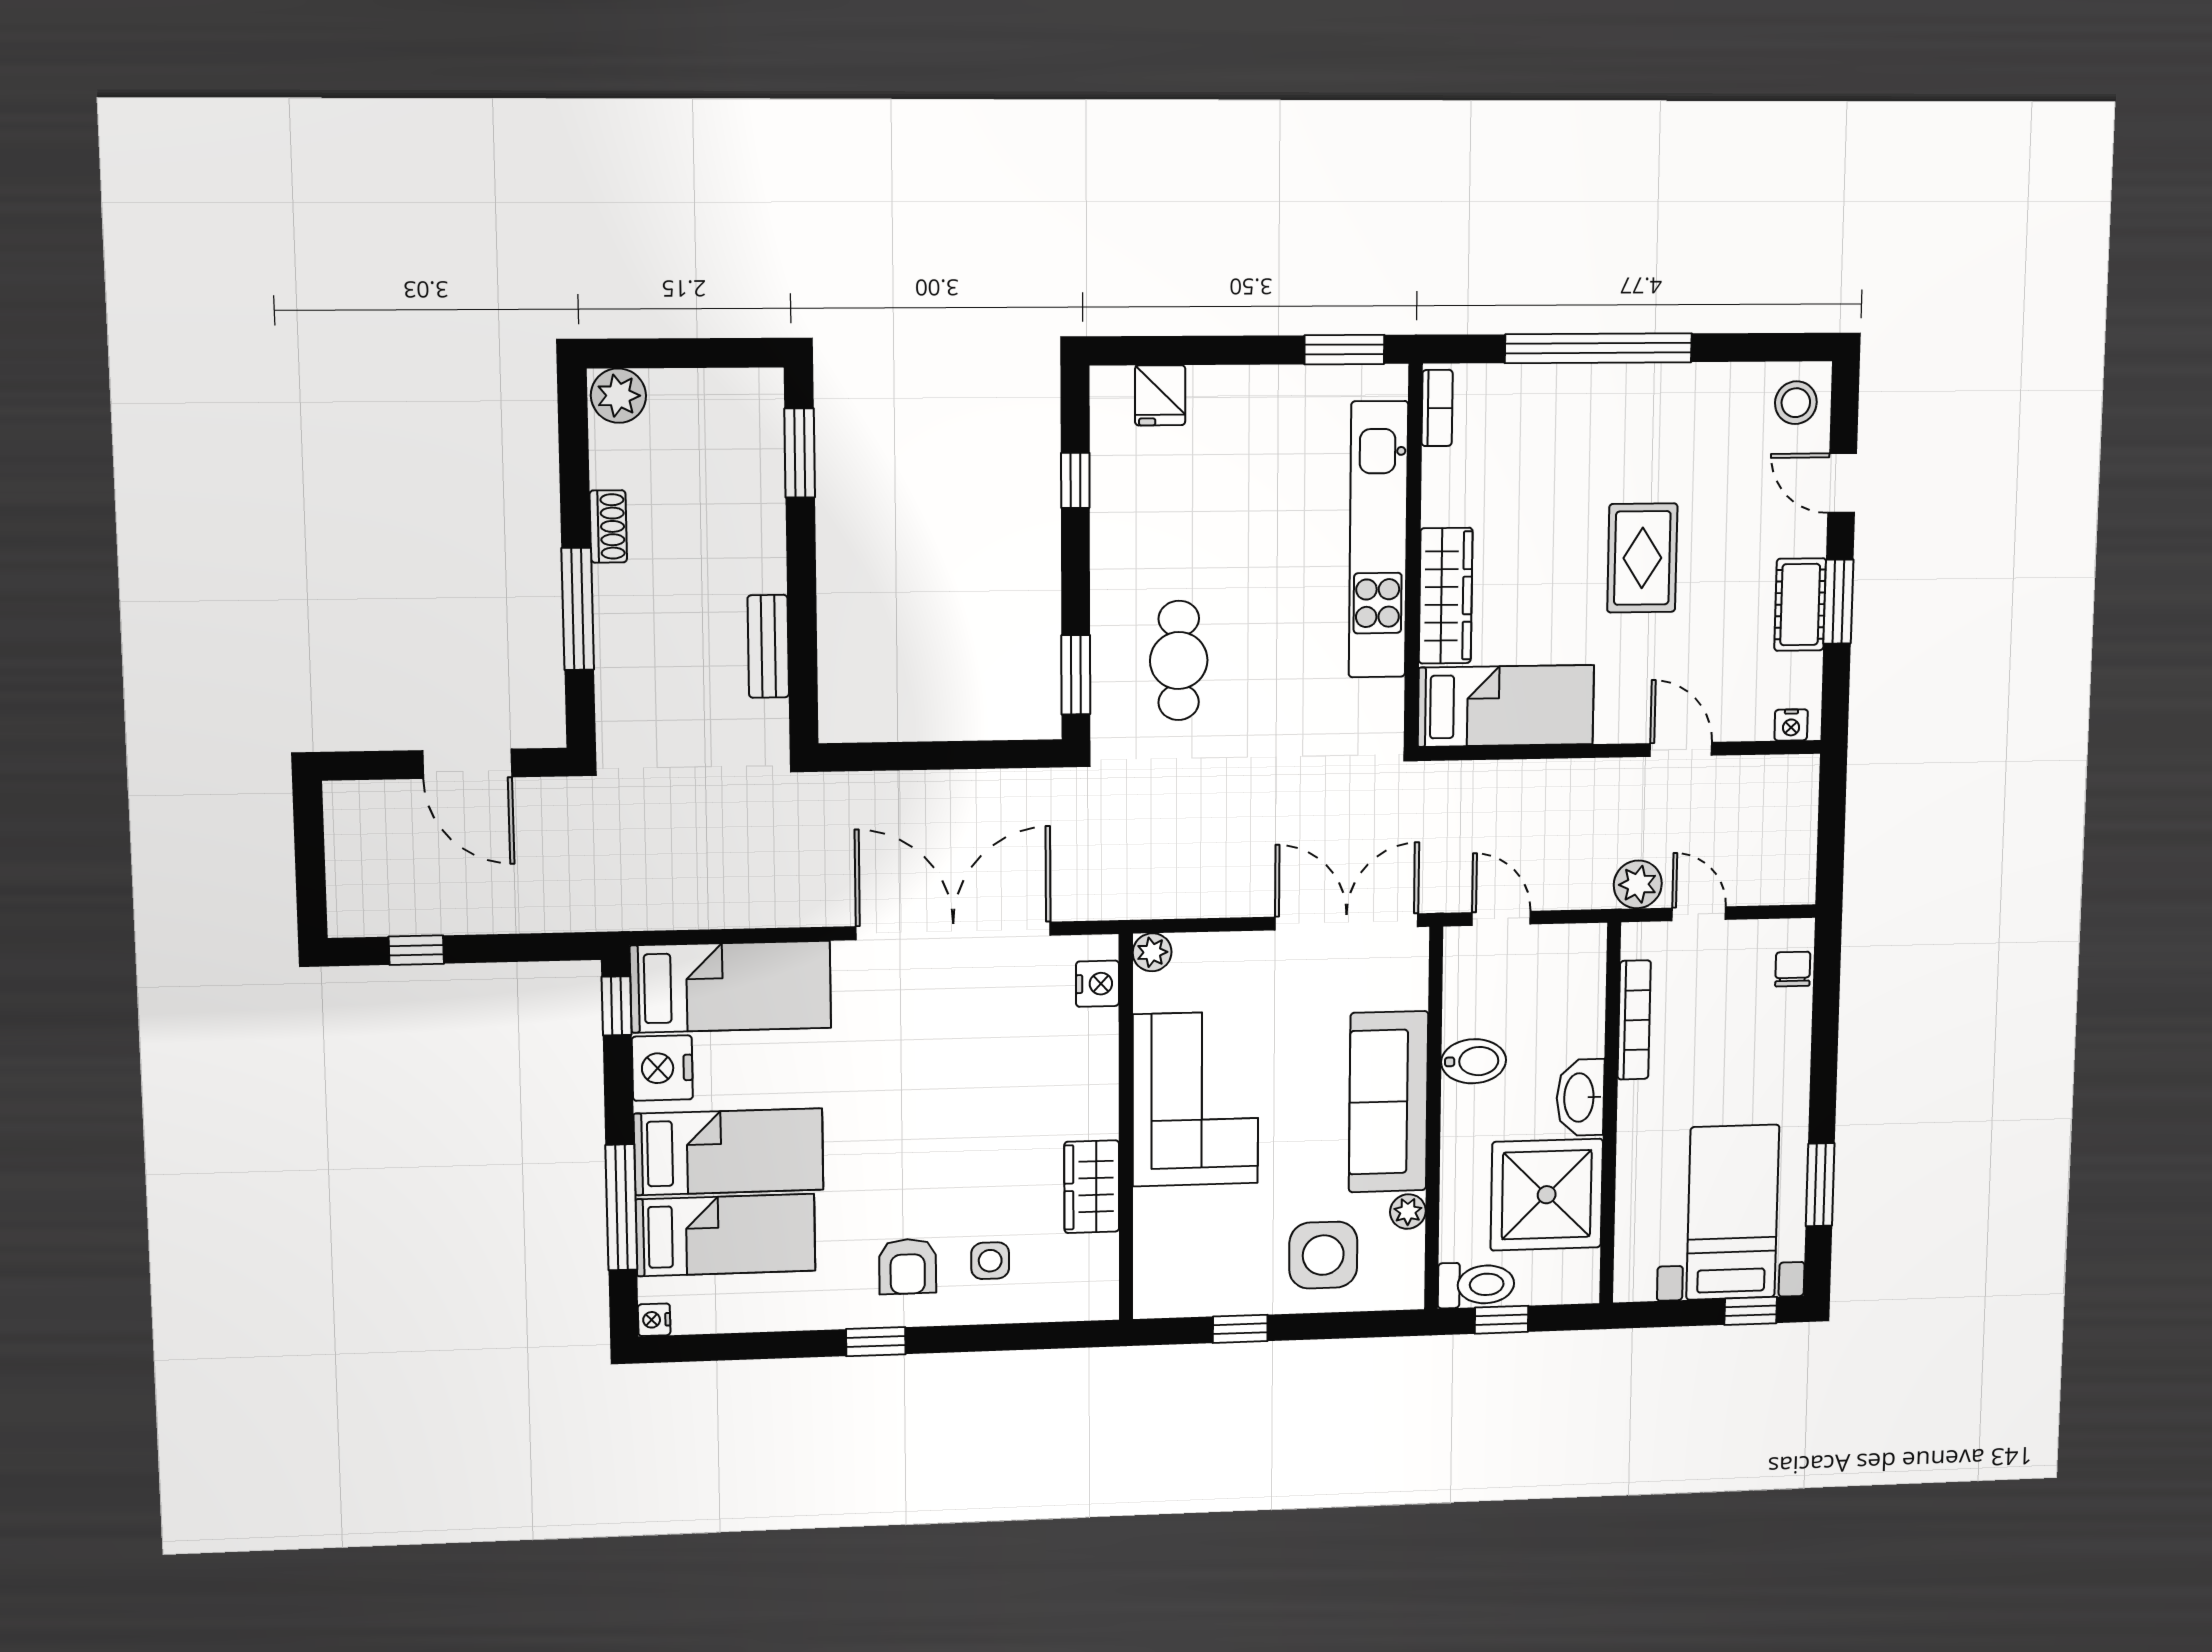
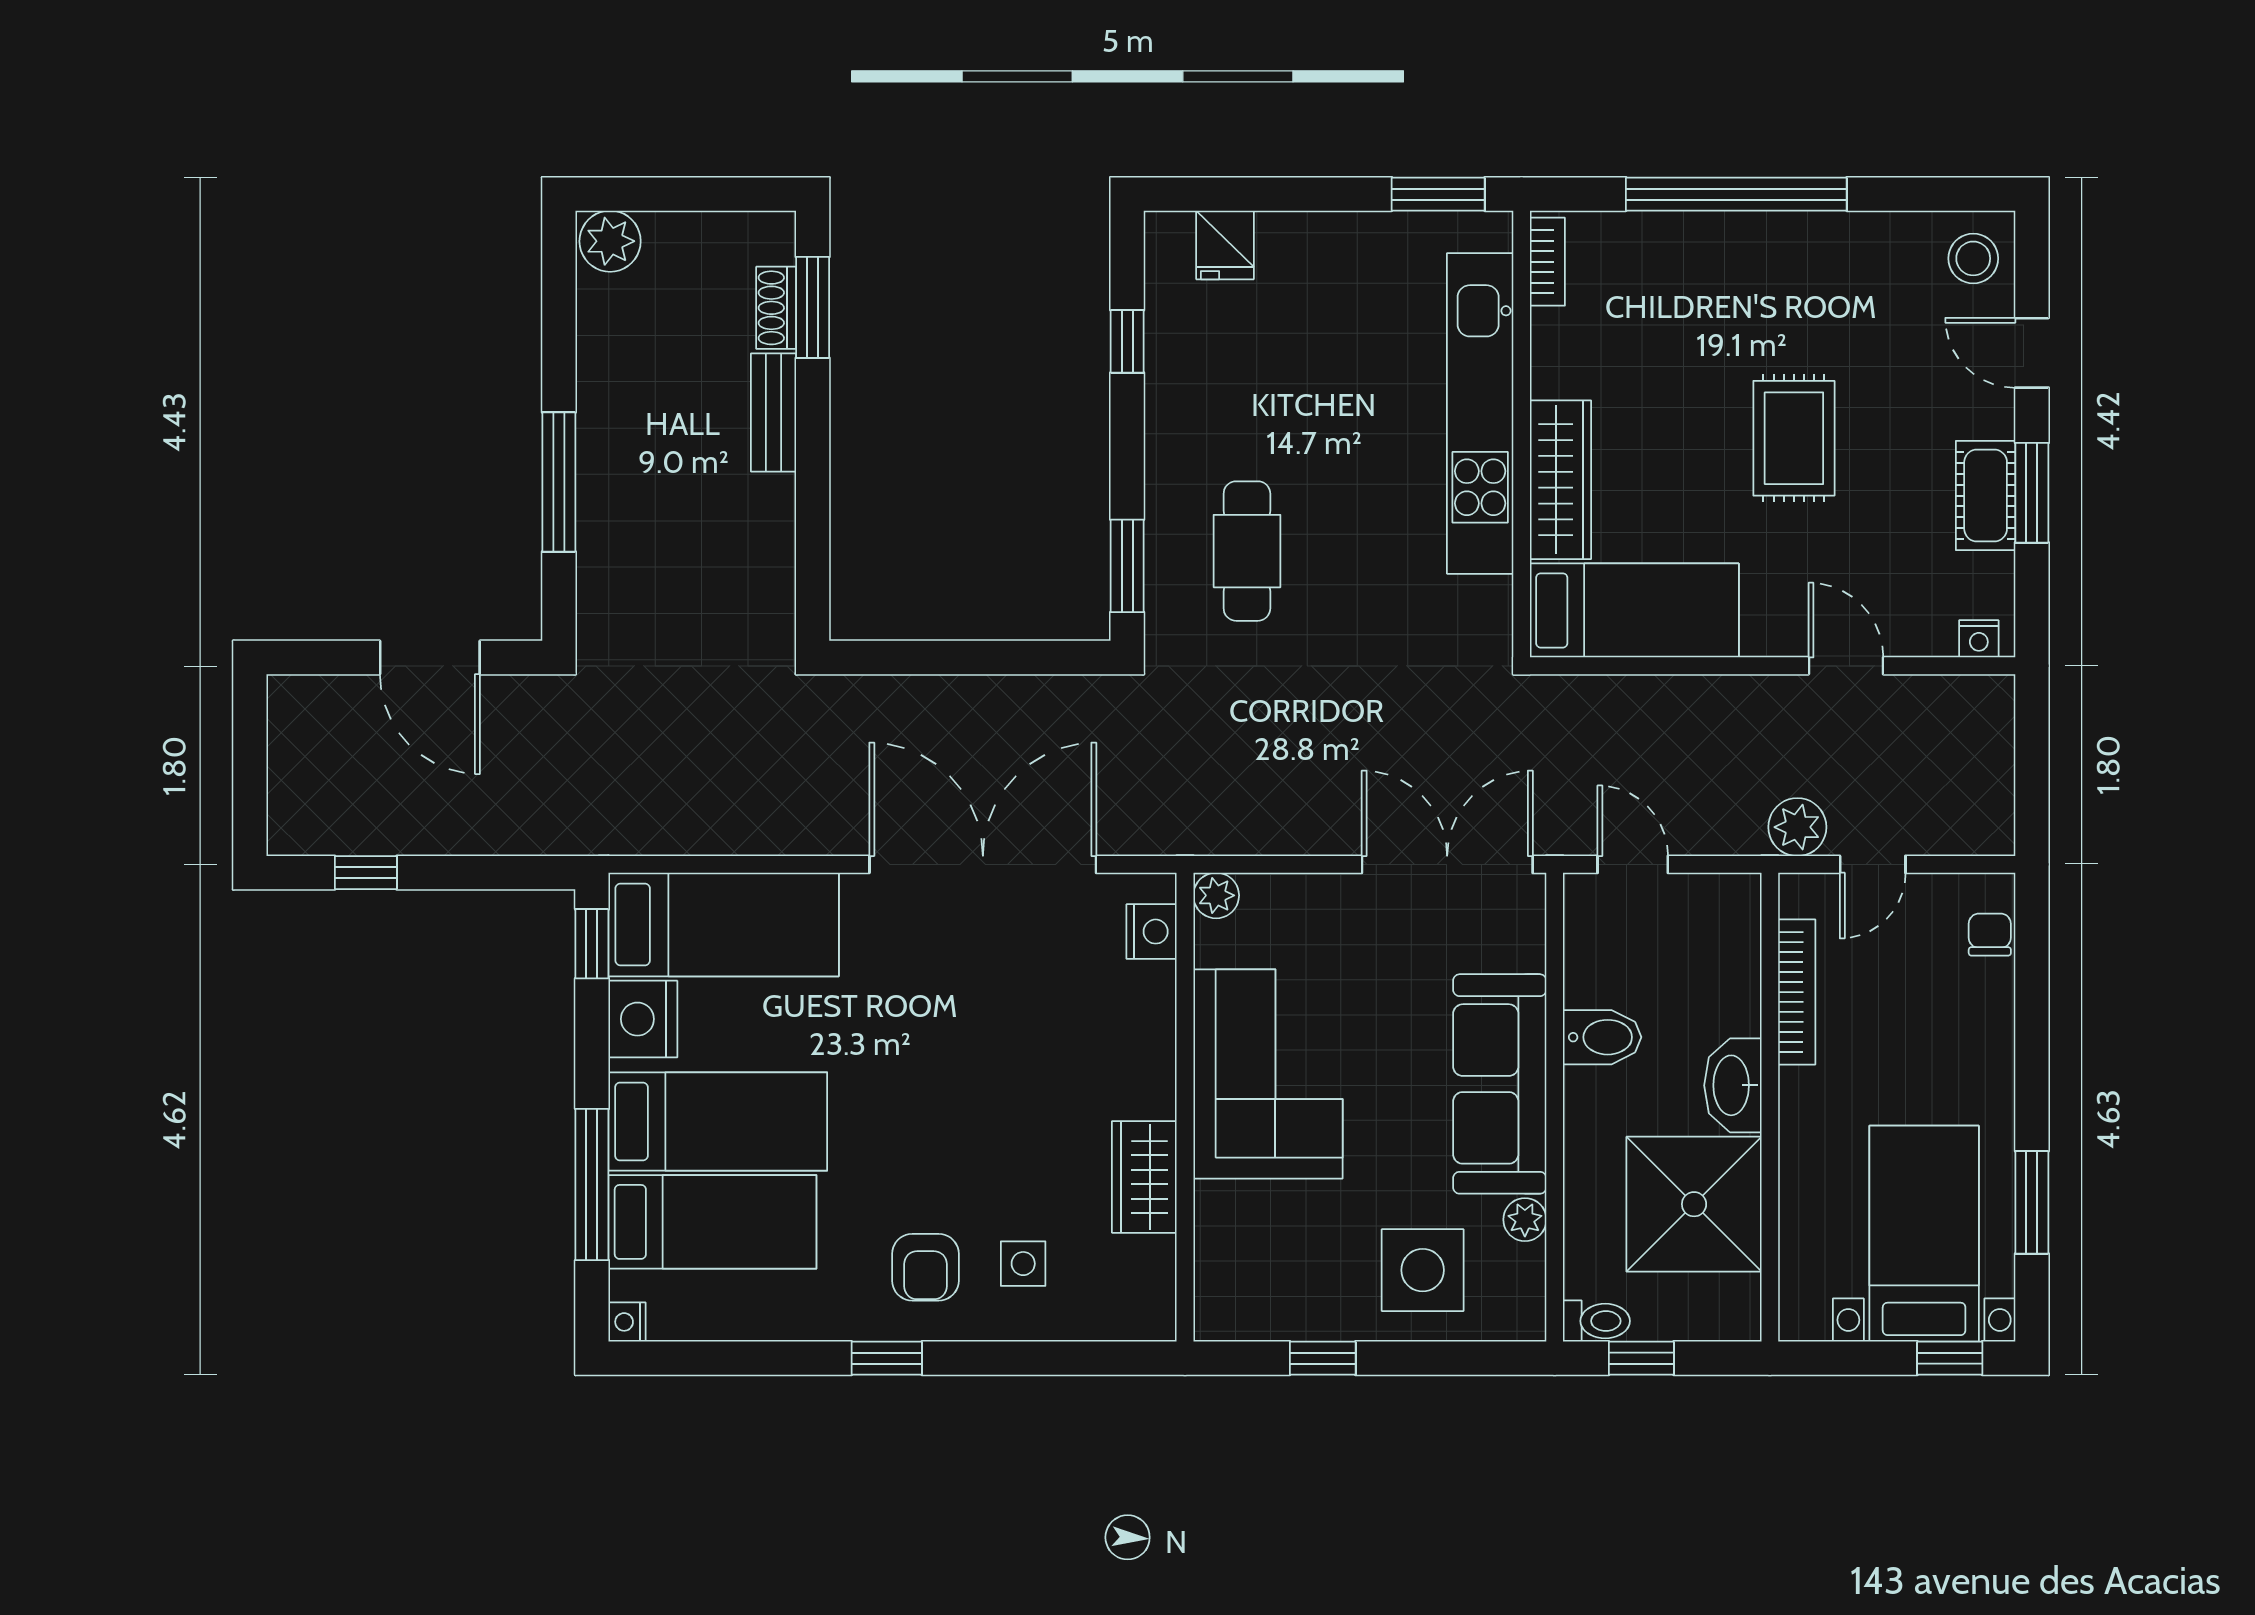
shoe rack: (608, 526) -> (776, 308), moved, turned 180
bench: (768, 646) -> (773, 412), moved
door: (1699, 914) -> (1873, 864), swing flipped
toilet: (1476, 1285) -> (1596, 1321), width x0.73, depth x0.72

